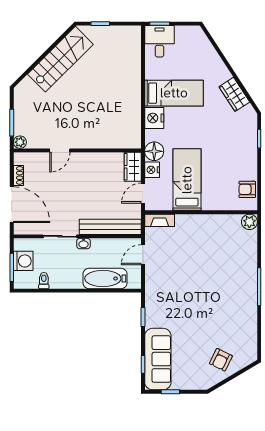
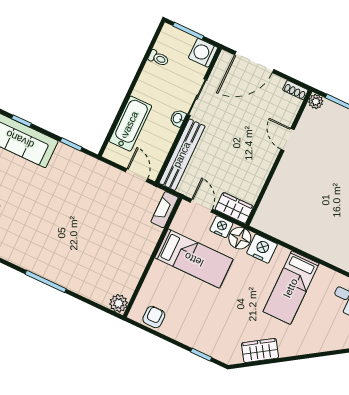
nightstand: (154, 118) -> (262, 249), moved
shoe rack: (18, 175) -> (295, 90), moved
washing machine: (23, 261) -> (203, 53), moved, turned 90

